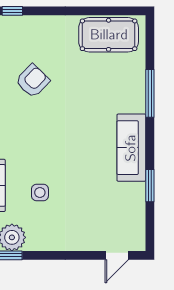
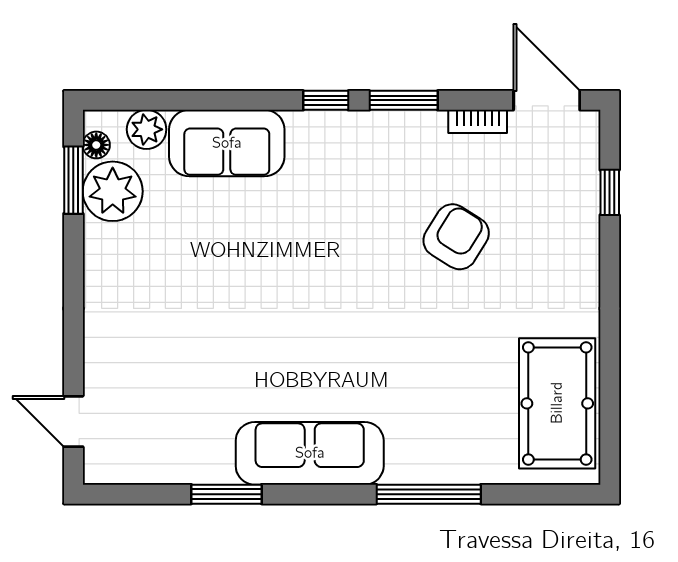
armchair: (33, 81) -> (456, 237), turned -102
side table: (40, 193) -> (211, 253), removed

